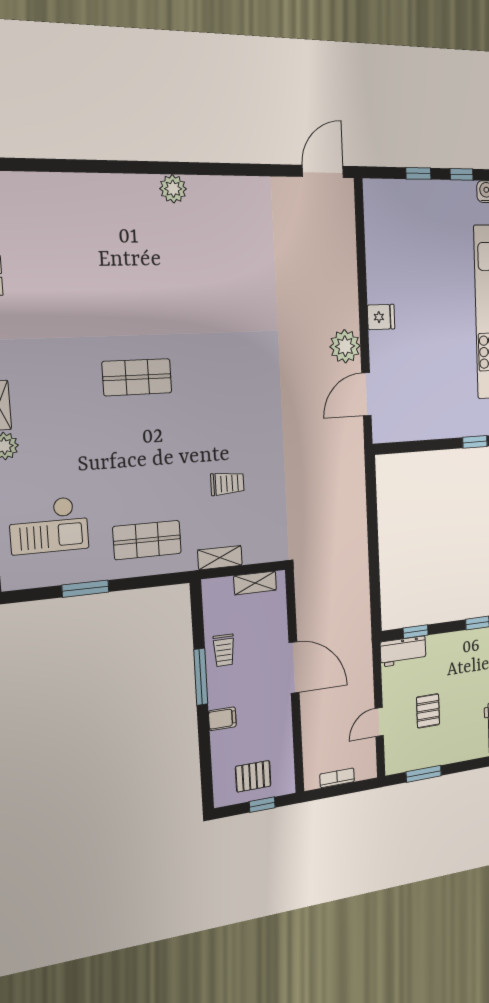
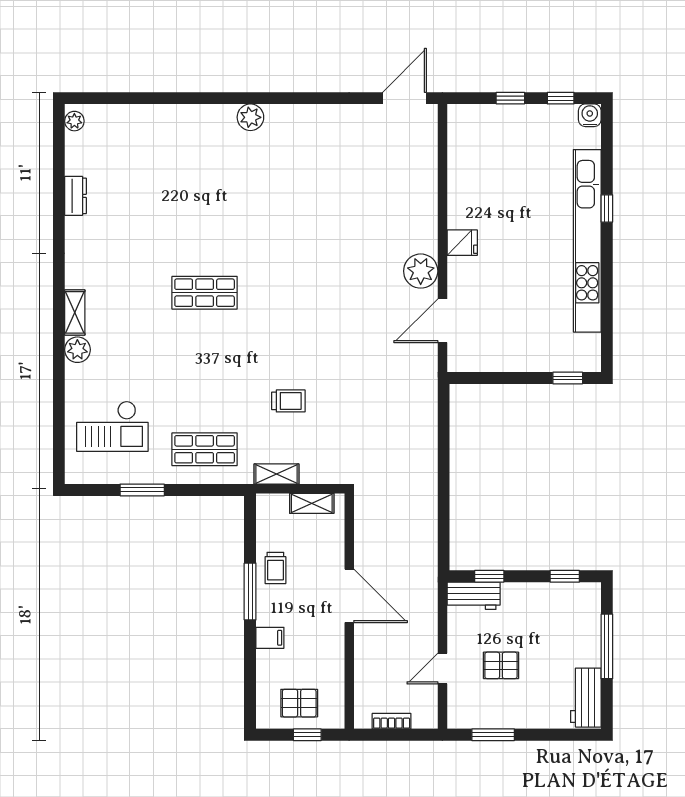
pallet: (428, 711) -> (501, 665), turned 90

